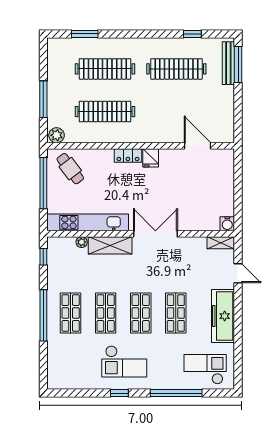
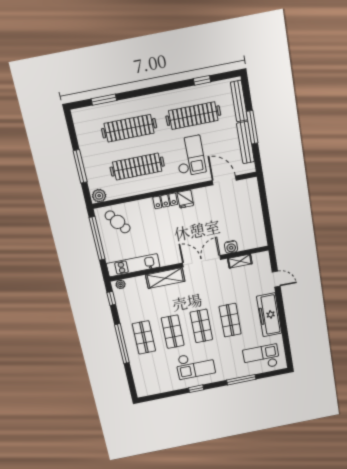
window: (238, 65) -> (252, 127), moved
bench: (228, 109) -> (245, 143), added
checkout: (165, 111) -> (190, 156), added
kitchen unit: (88, 222) -> (133, 265), width x0.73
water cooler: (227, 224) -> (231, 247), moved
plant: (82, 242) -> (121, 284), moved
shelving: (221, 243) -> (240, 261), moved
window: (176, 393) -> (241, 380), width x0.68

